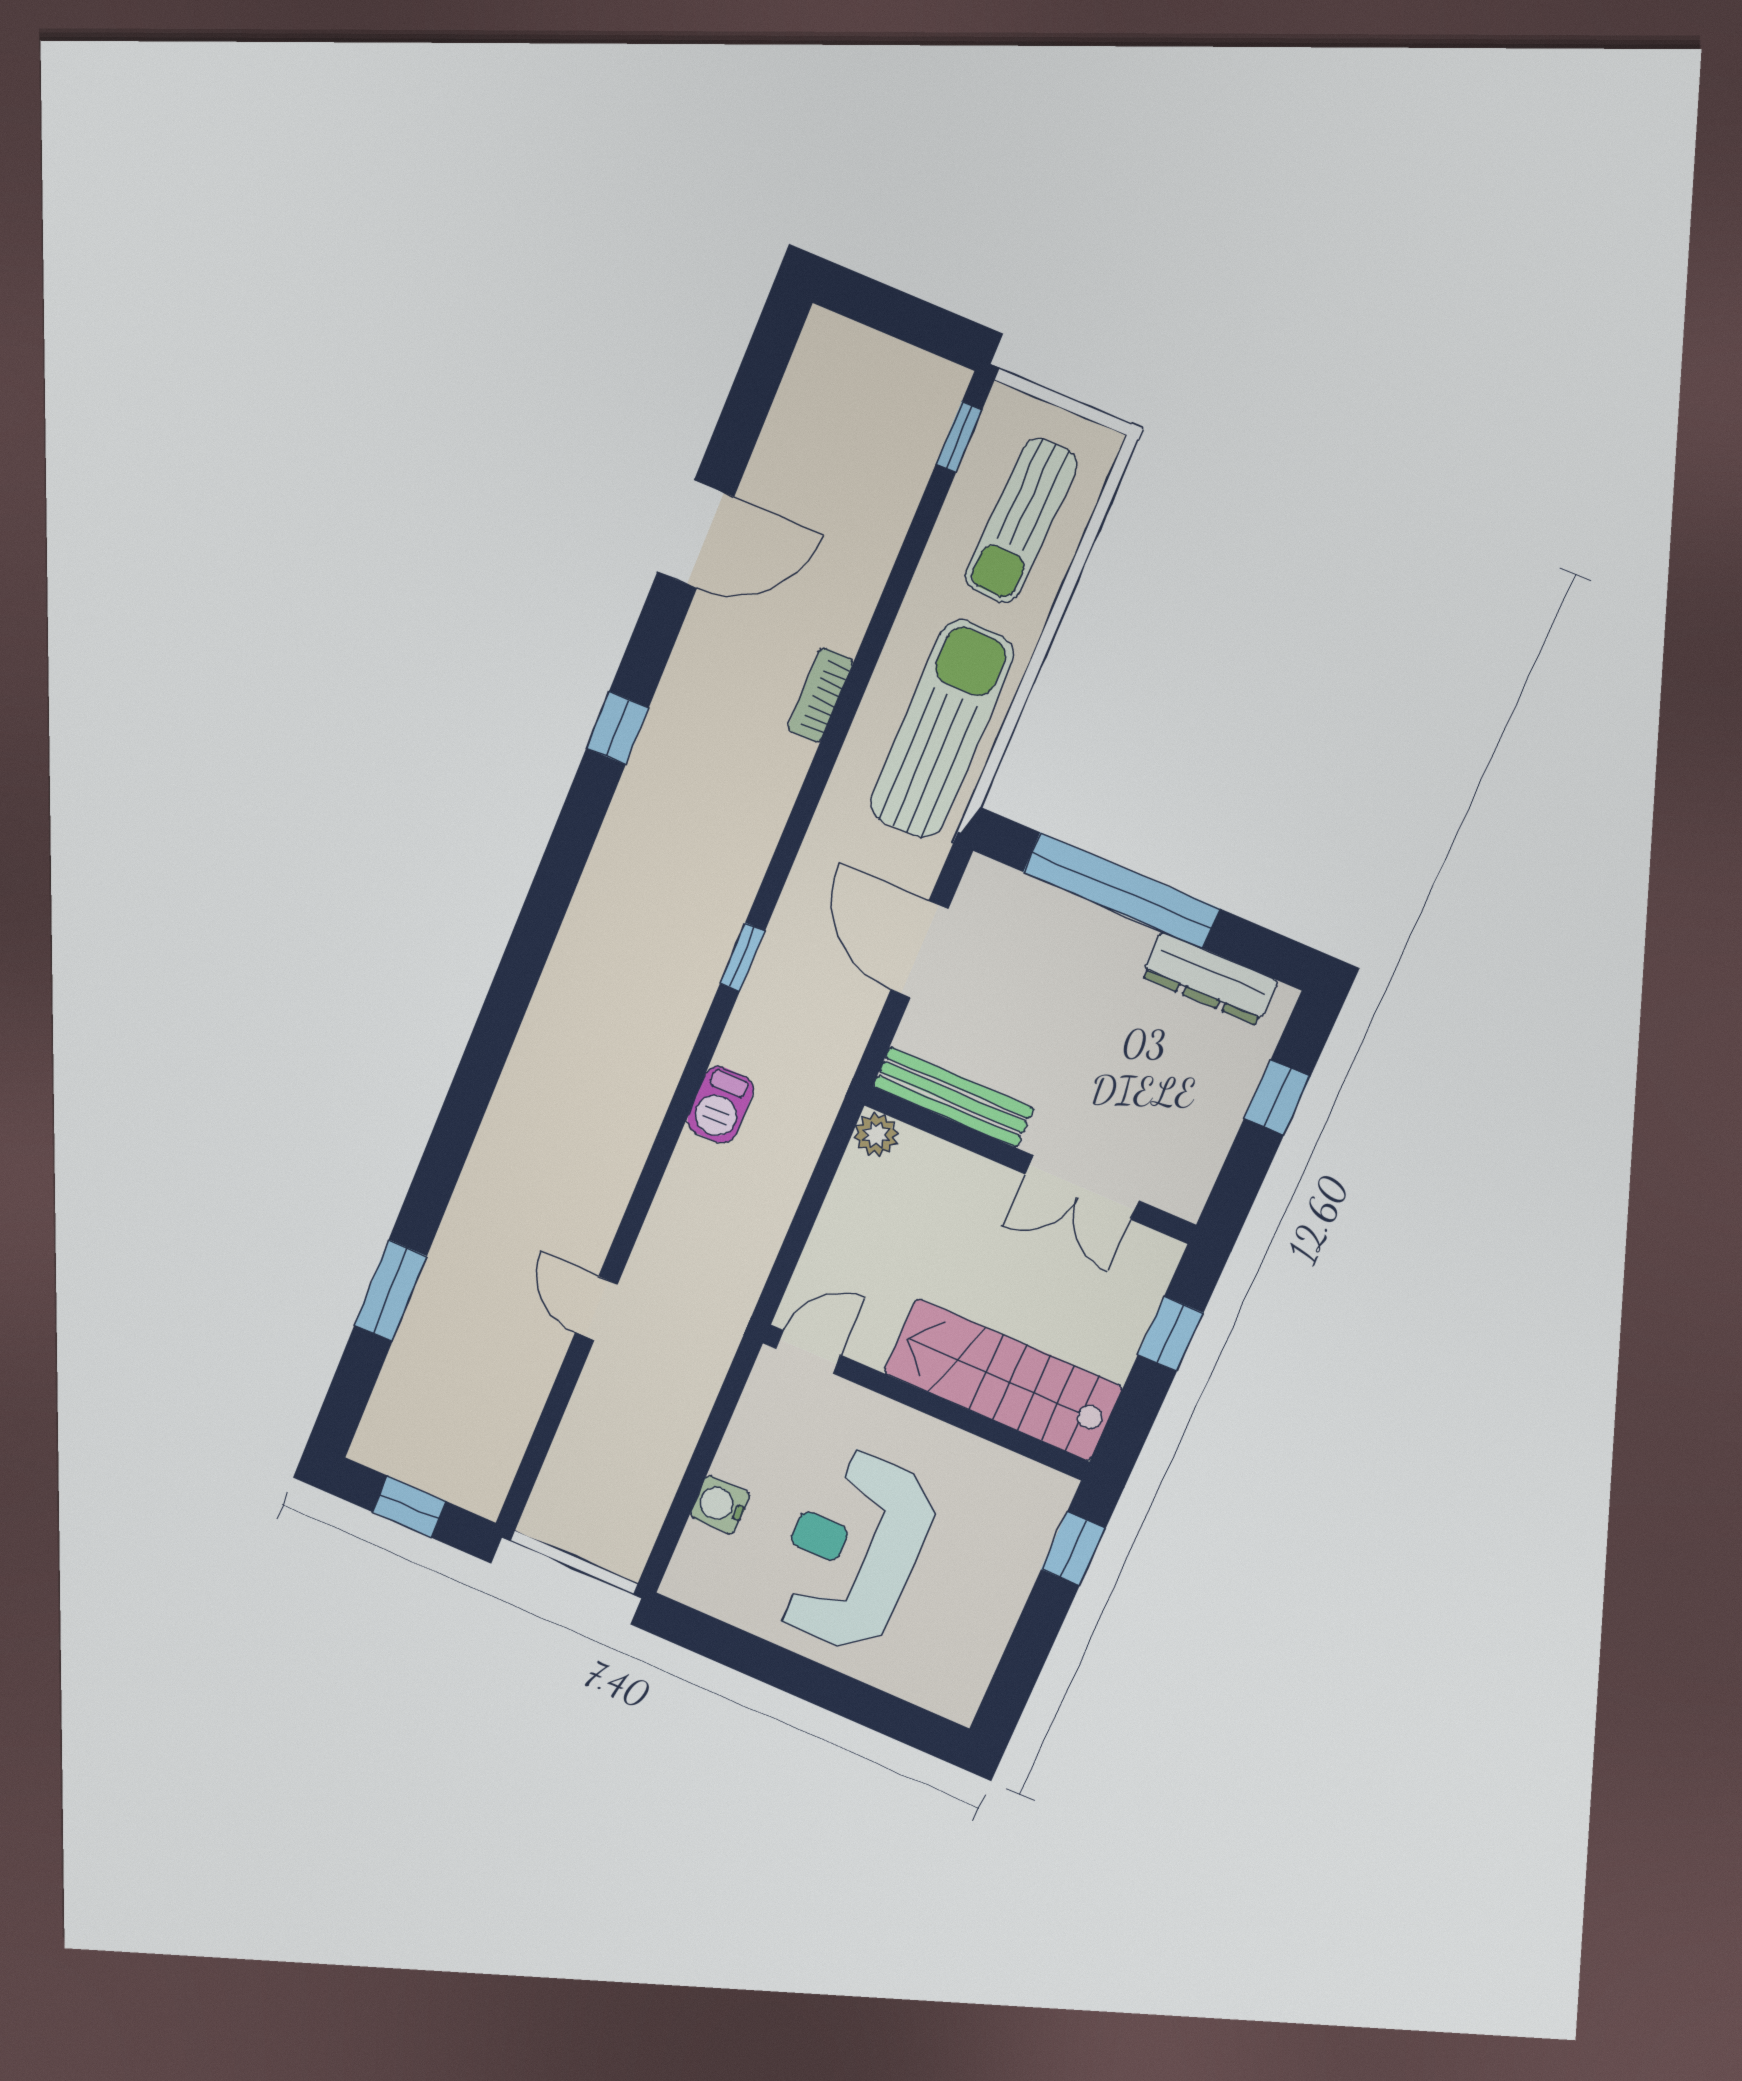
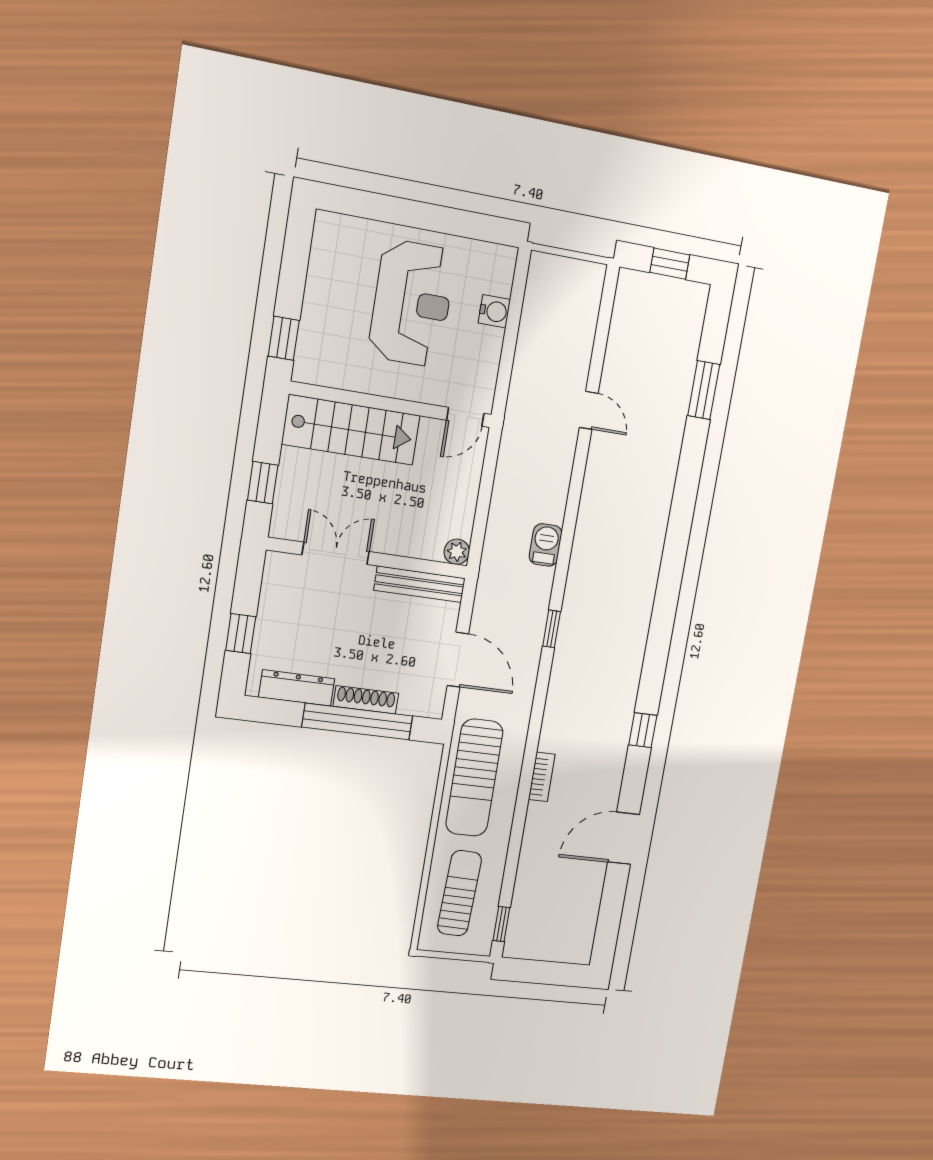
shoe rack: (1097, 924) -> (366, 700), added

